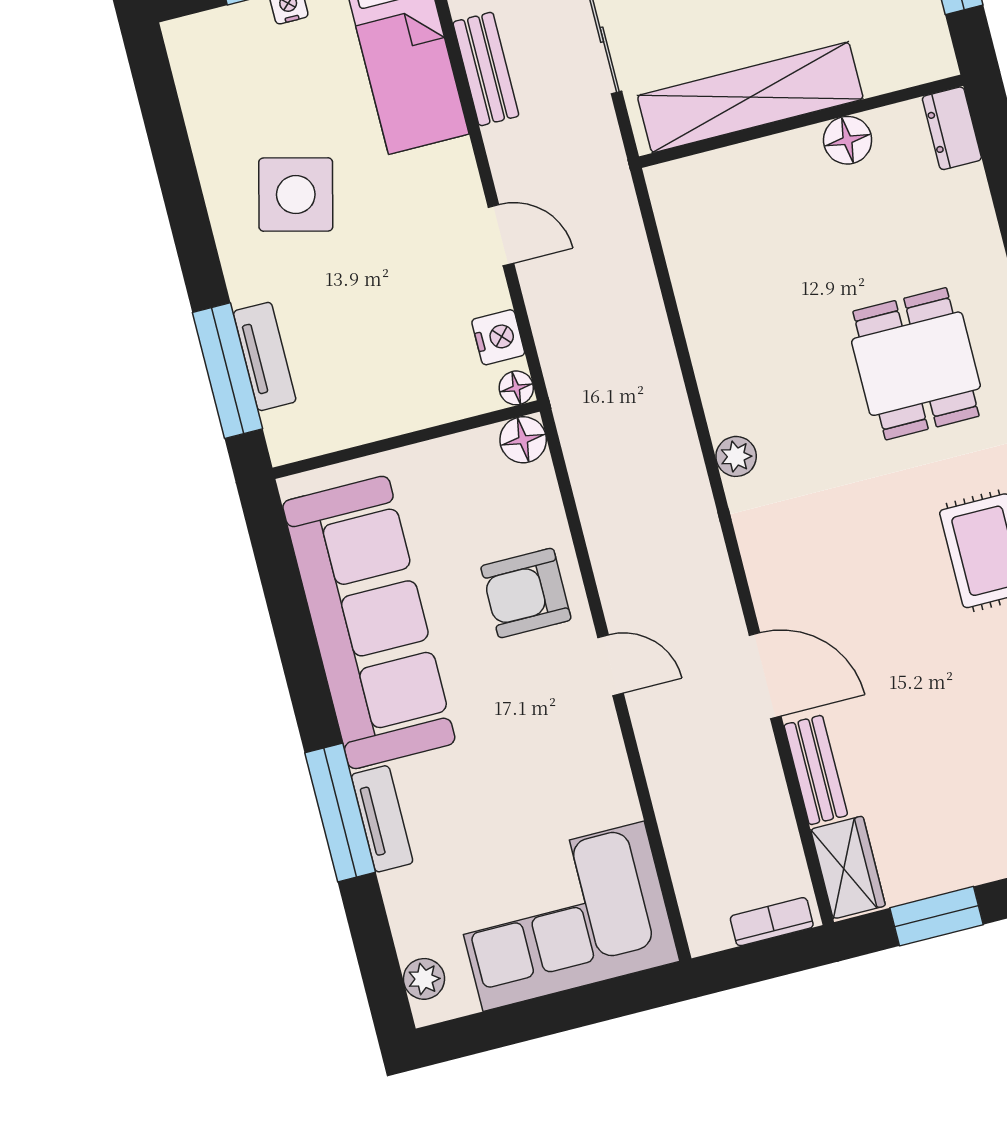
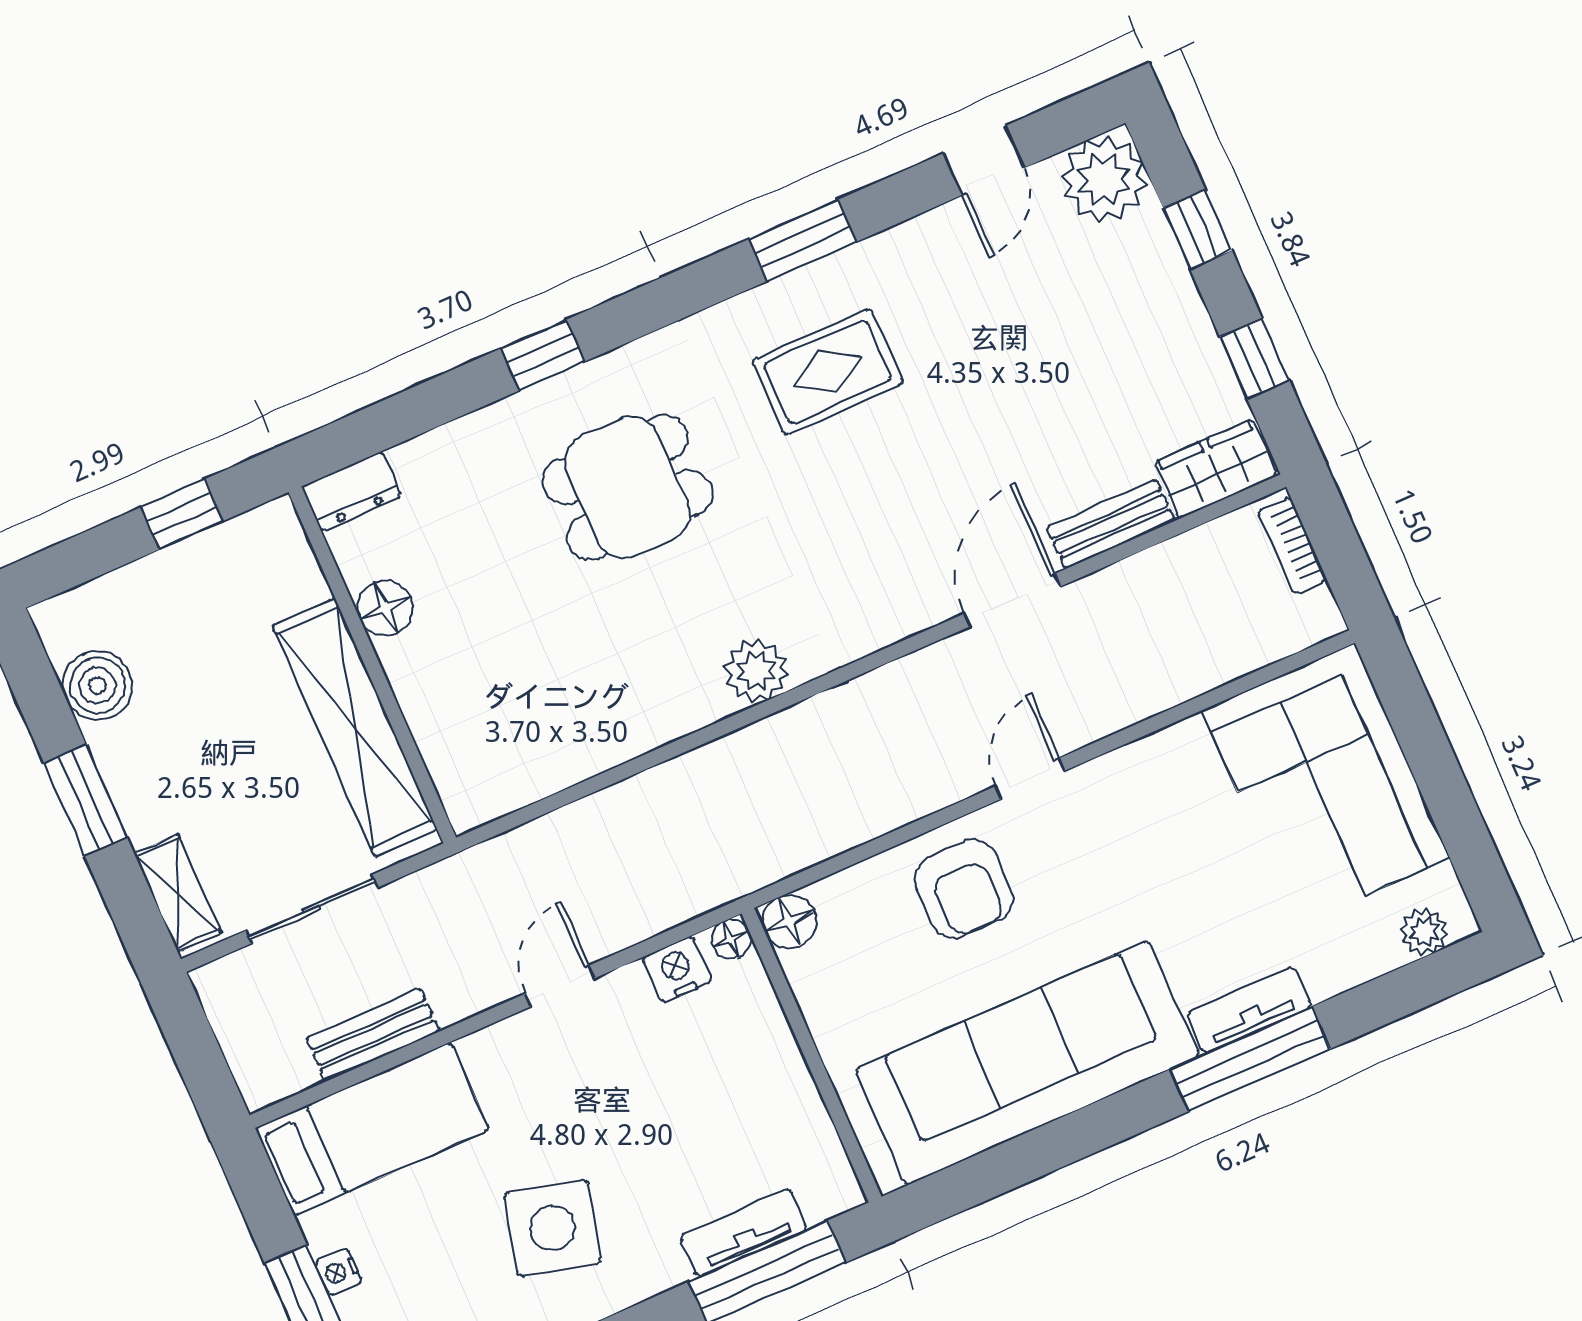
plant: (736, 456) -> (756, 671), width x1.38, depth x1.38
window: (937, 916) -> (1254, 358), width x0.67

